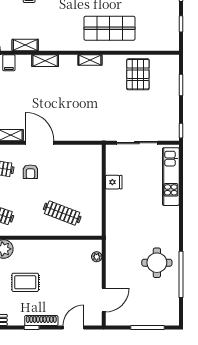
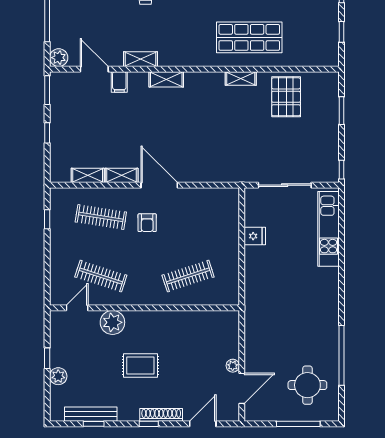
shelving: (90, 60) -> (241, 78), moved
clothes rail: (62, 213) -> (188, 276), turned -39
plant: (97, 257) -> (233, 366), moved
round table: (157, 263) -> (307, 385), moved

